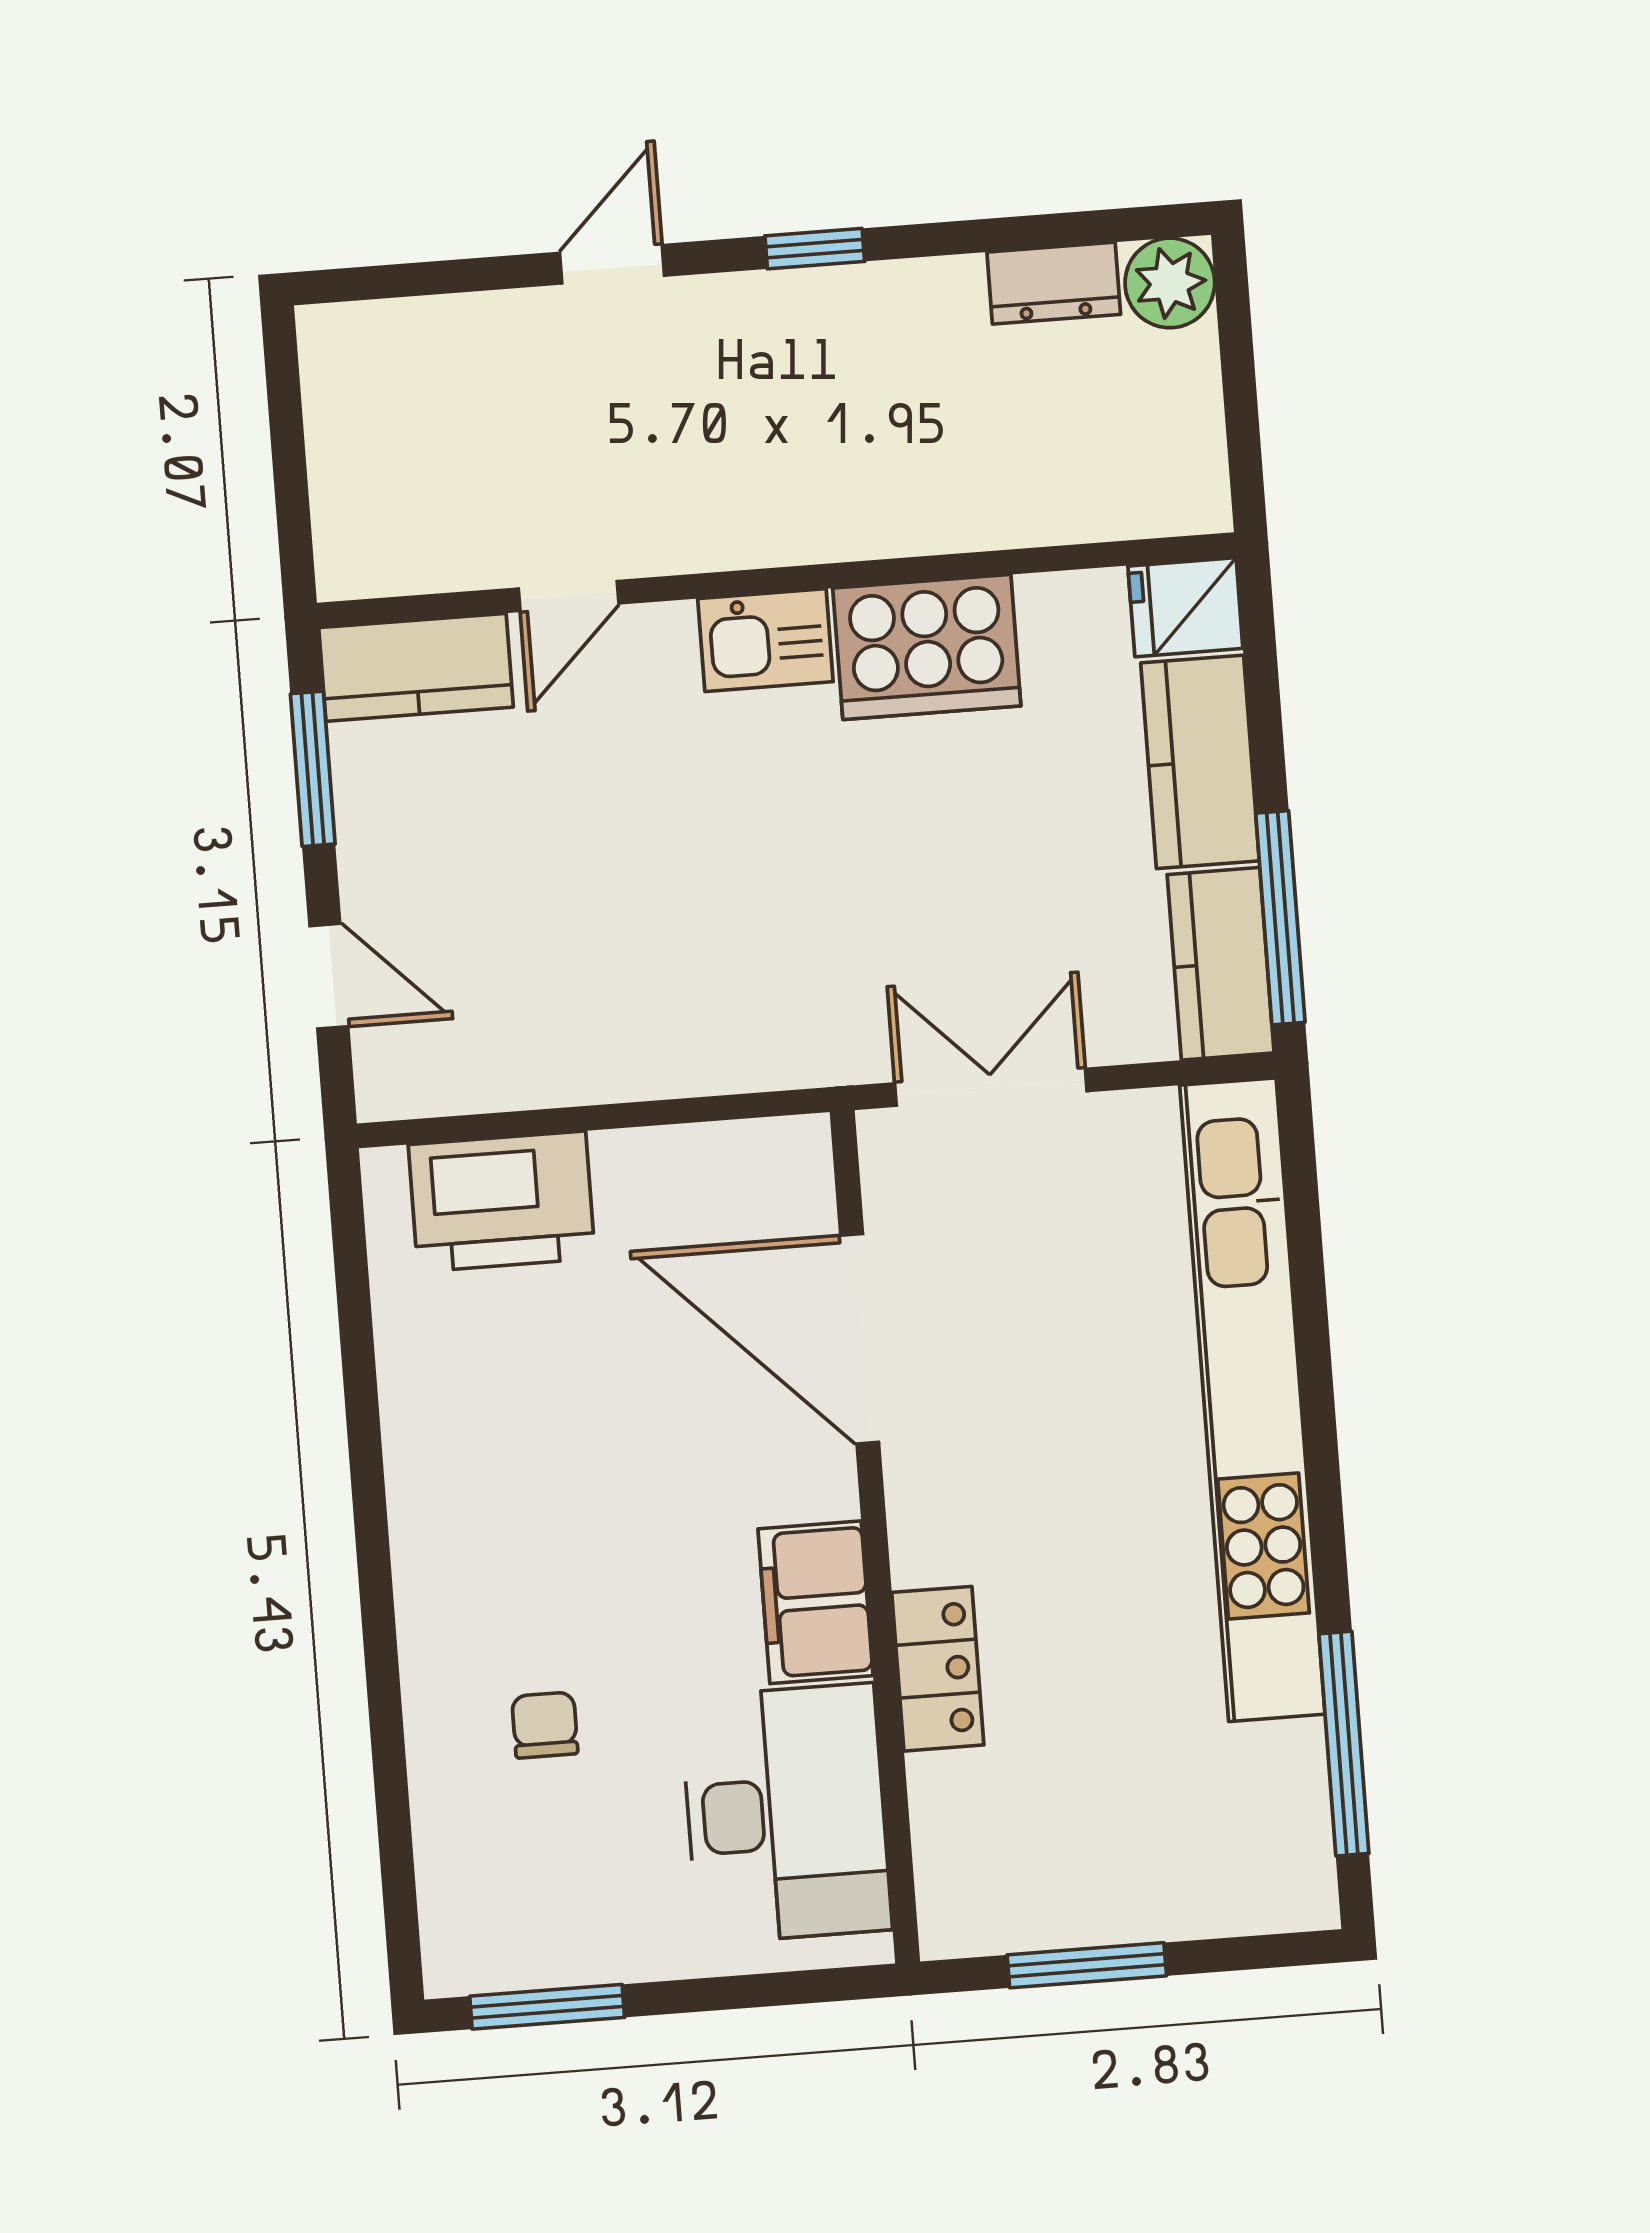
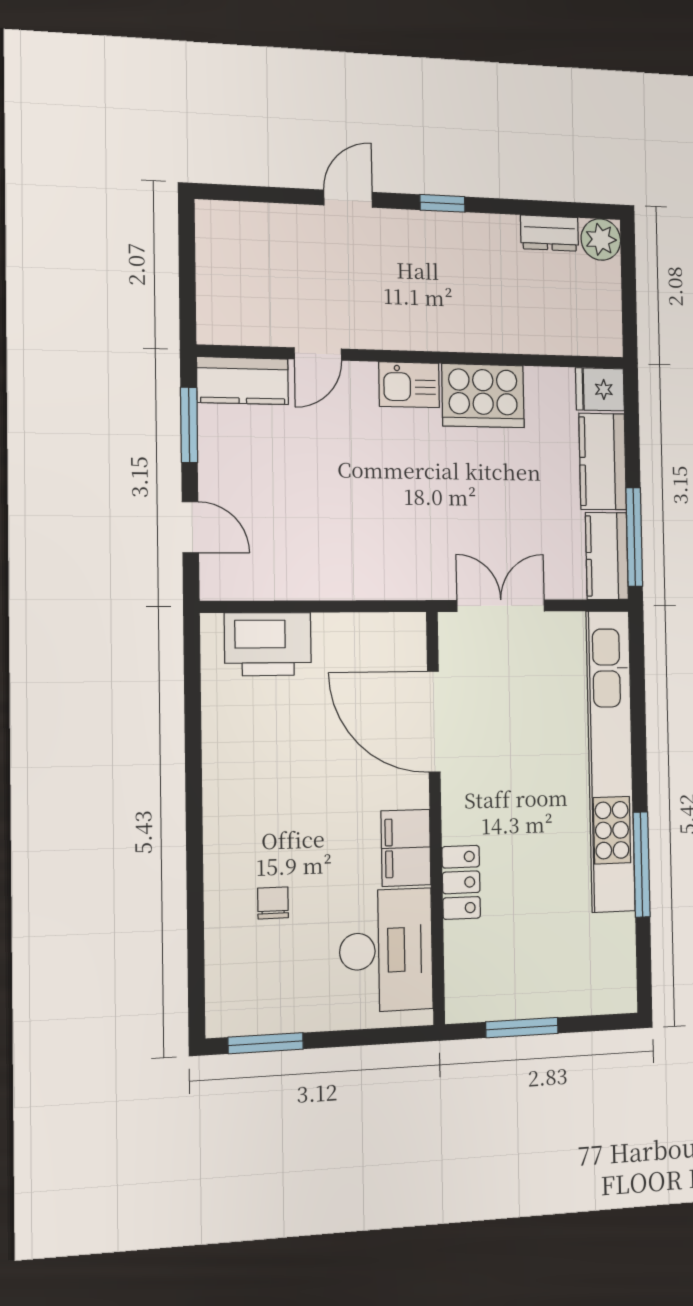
window: (1344, 1744) -> (642, 864), moved

